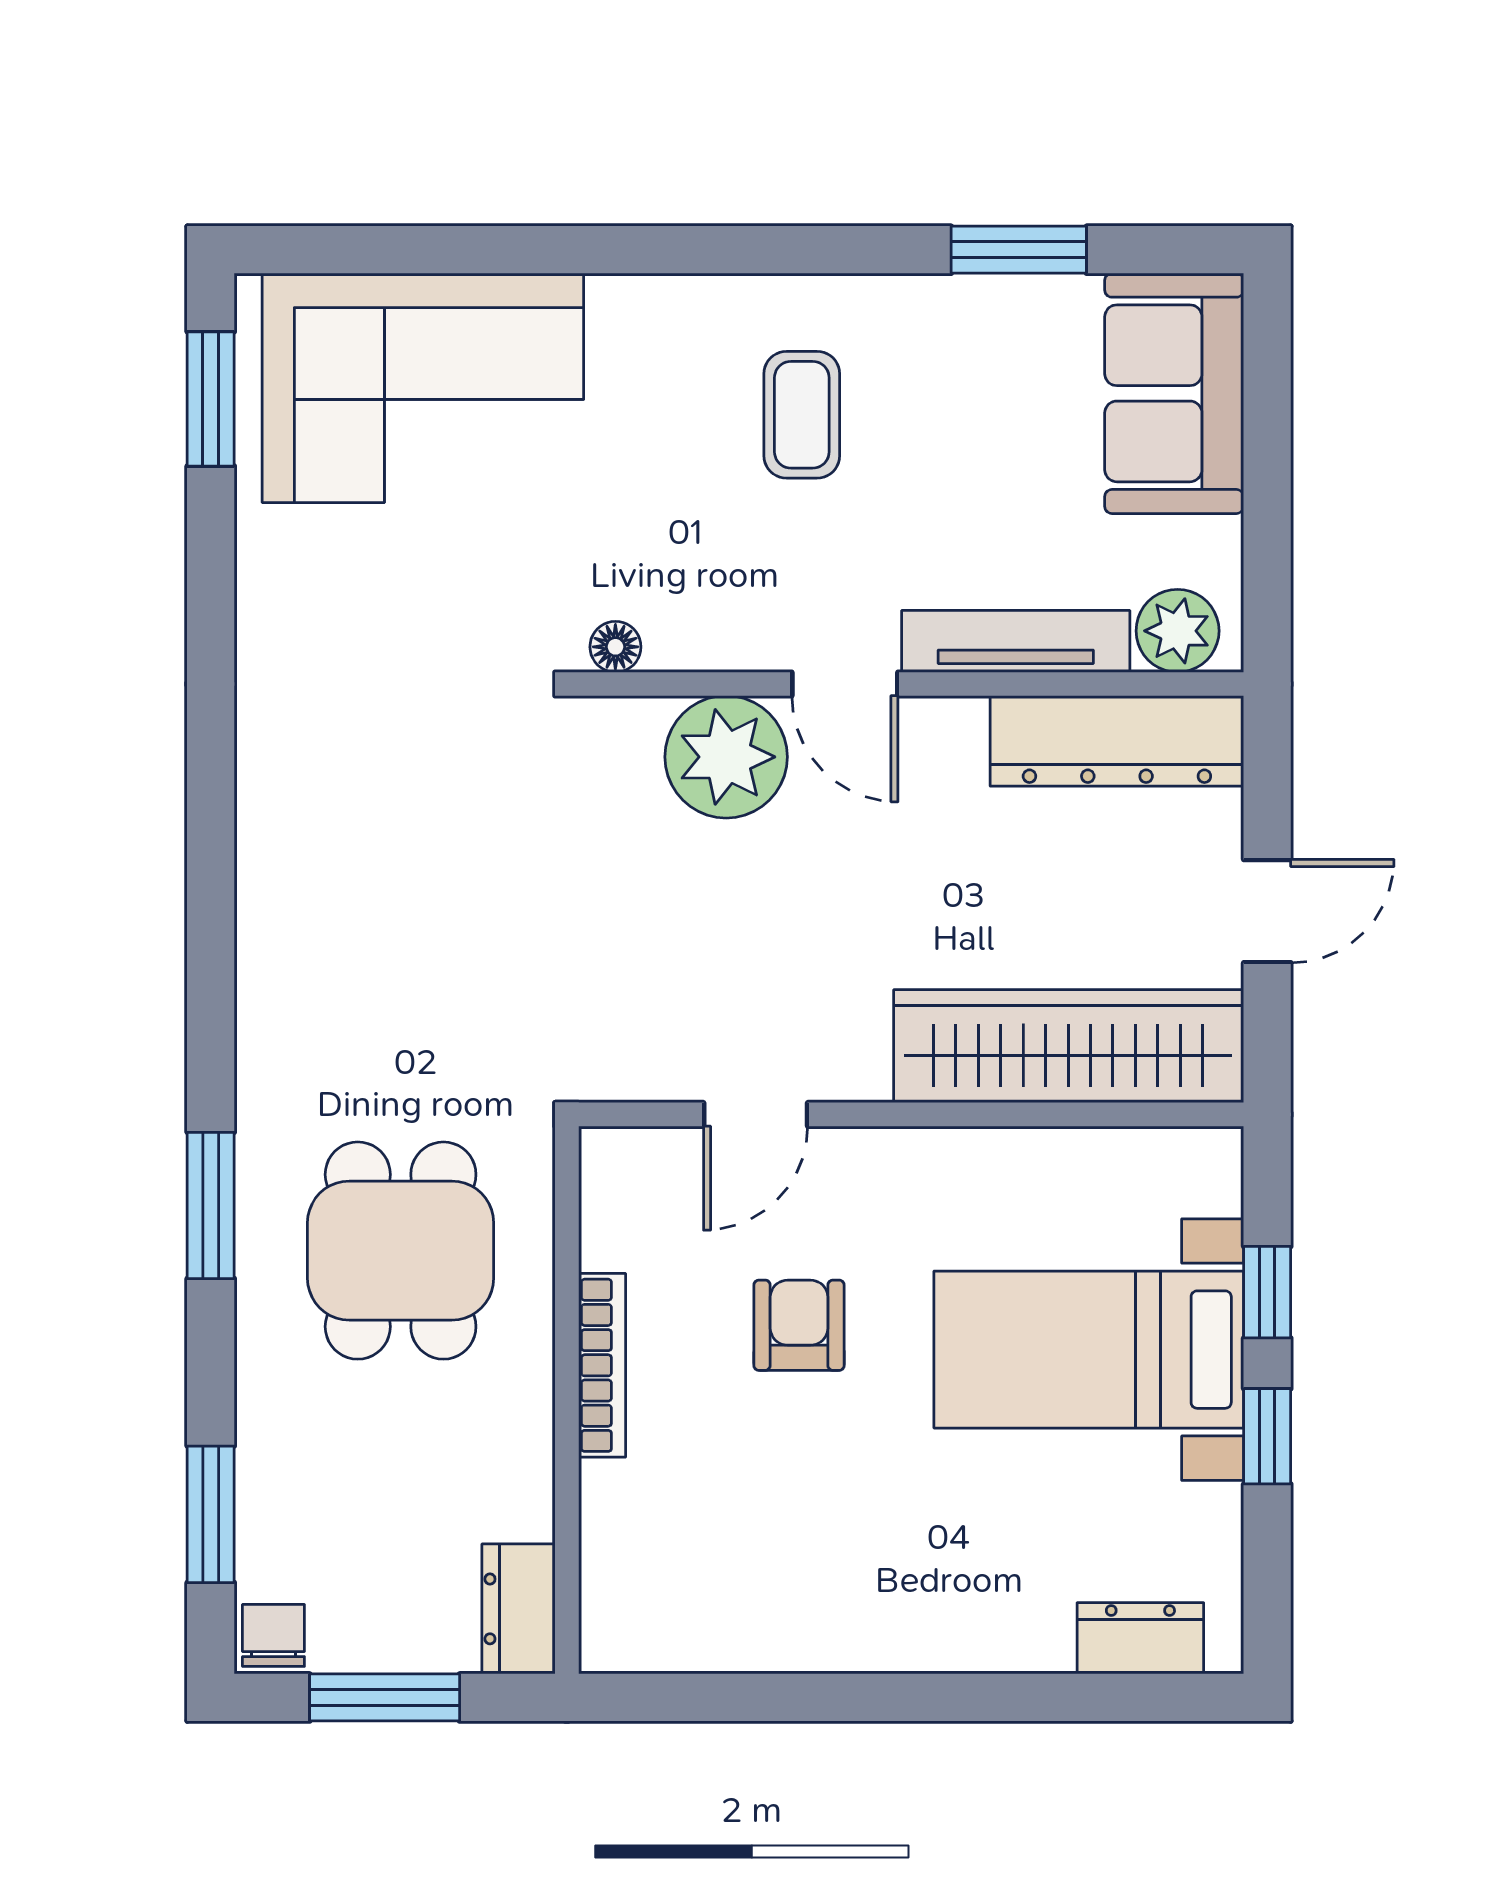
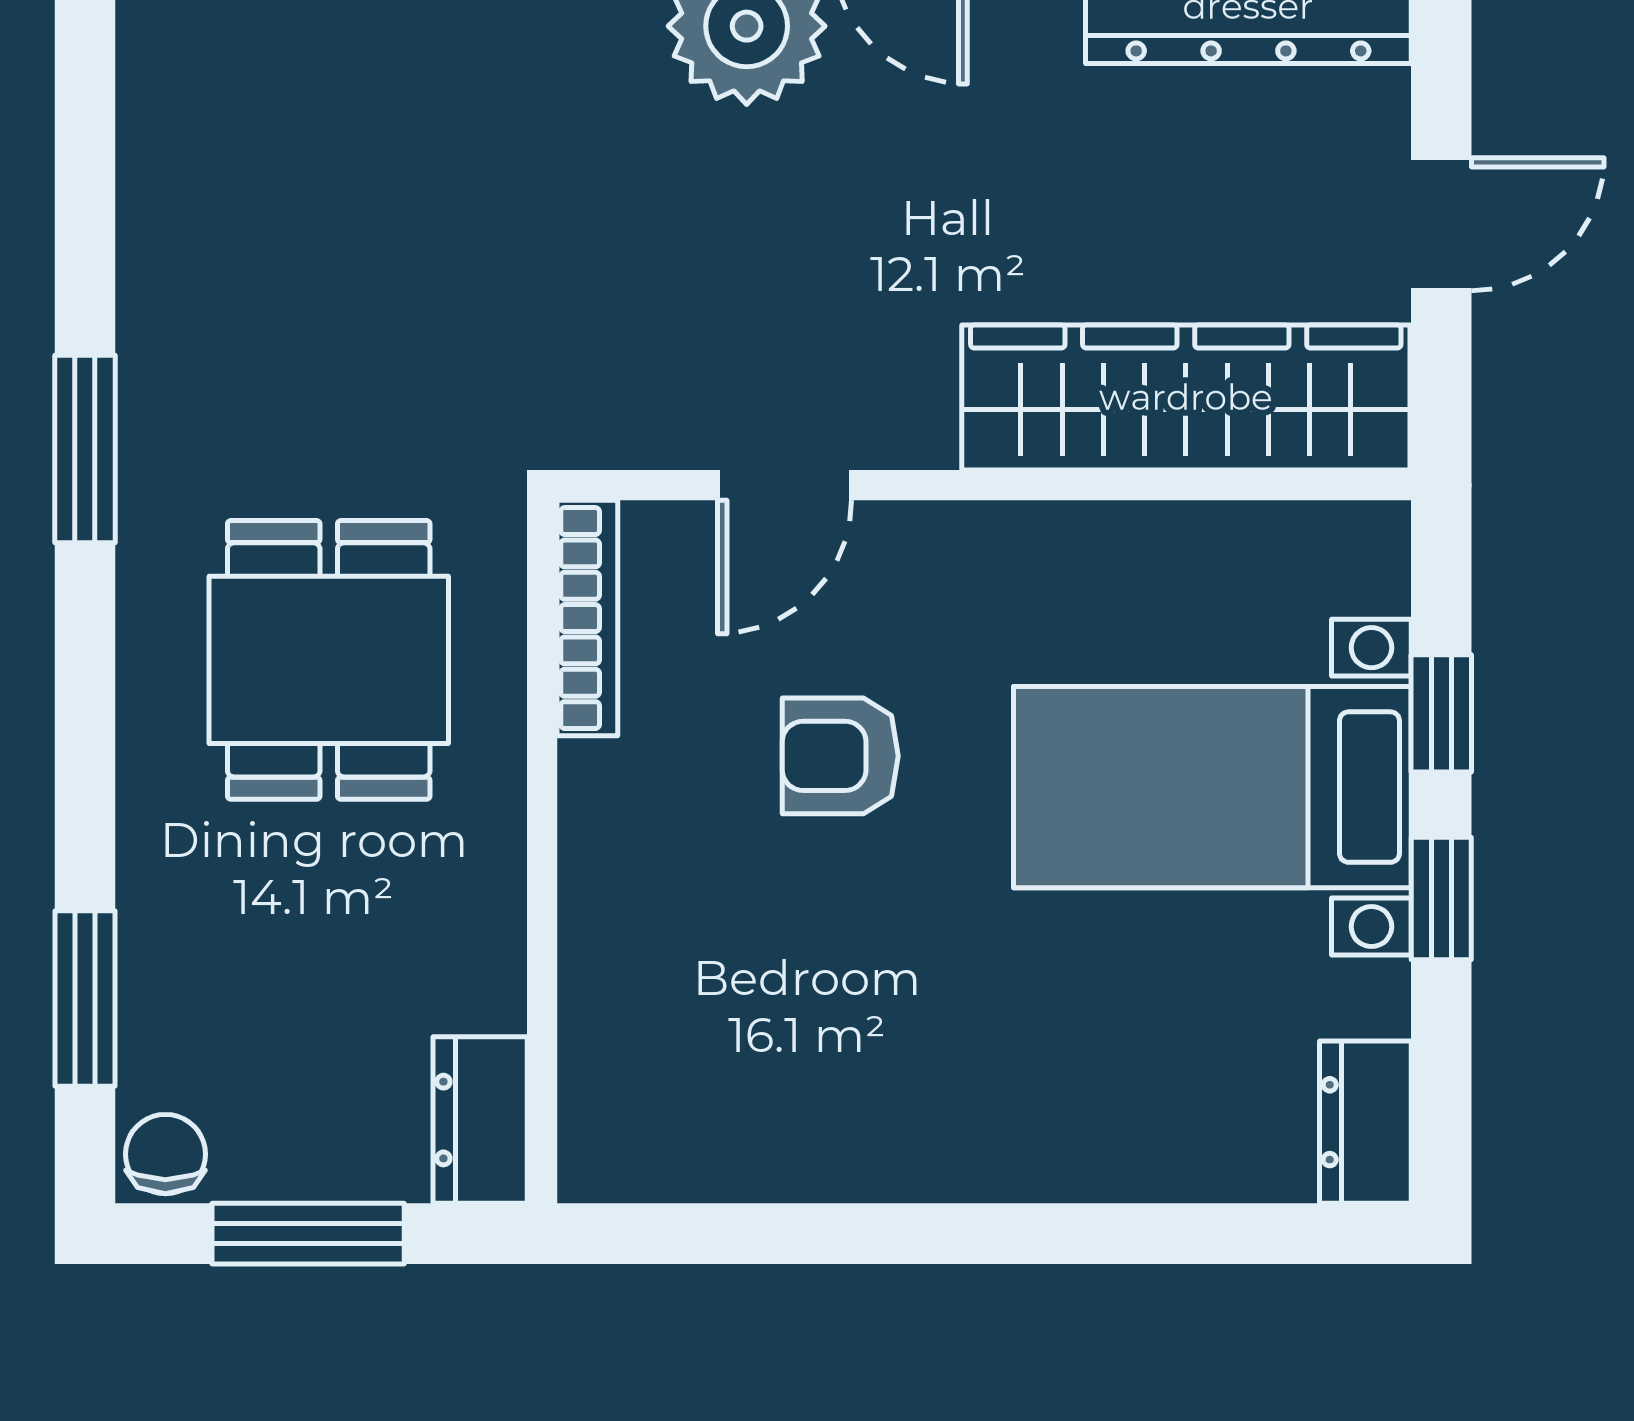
window: (211, 1205) -> (85, 449), moved
armchair: (799, 1325) -> (840, 756), turned -90
bookcase: (602, 1365) -> (587, 618), moved
dresser: (1140, 1638) -> (1365, 1122), moved, turned -90

